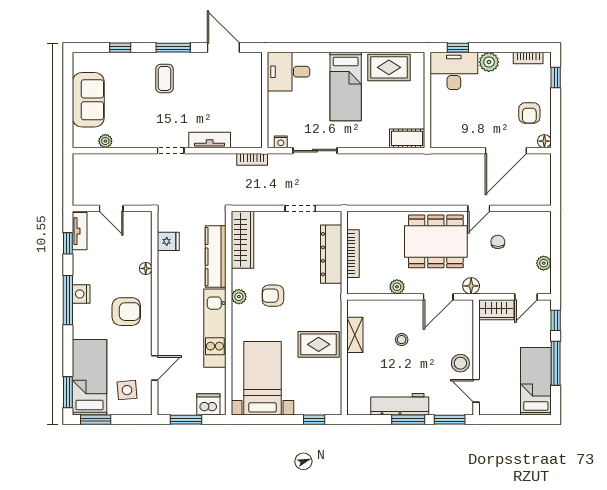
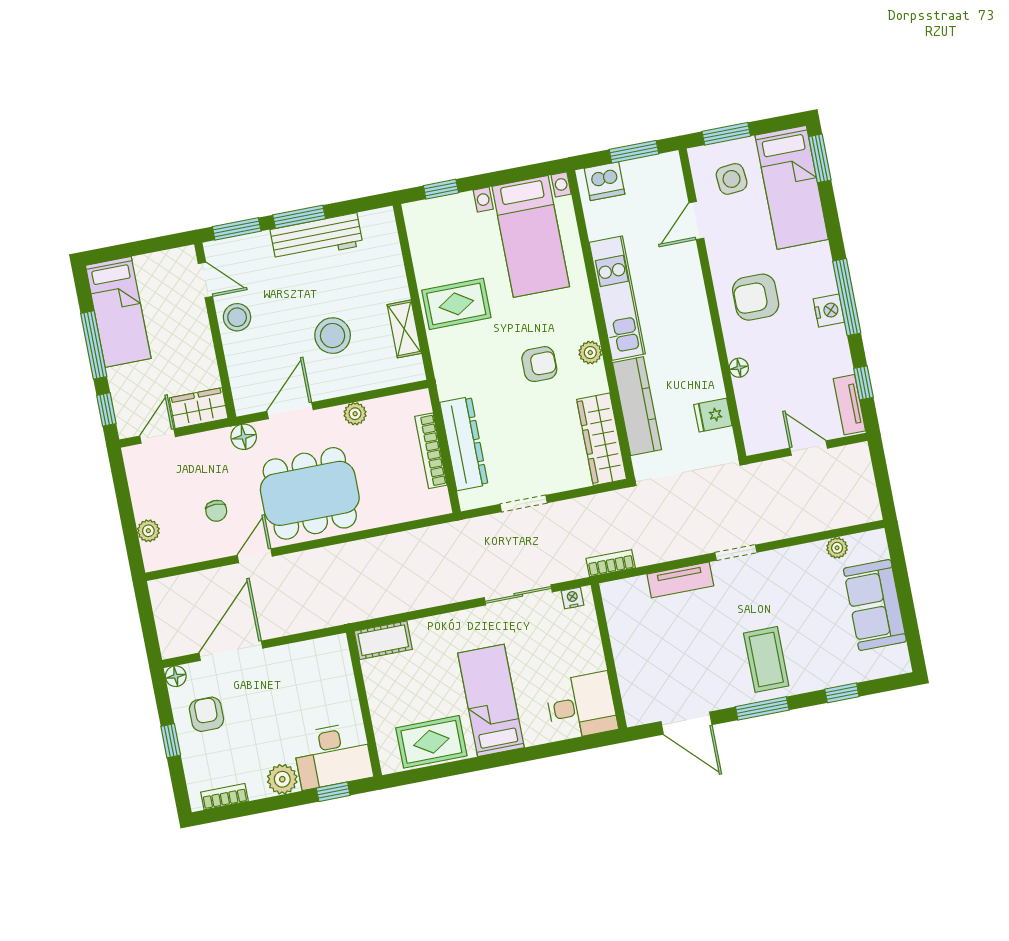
window: (556, 77) -> (171, 741), moved
coffee table: (165, 78) -> (766, 659), width x1.36, depth x1.30
plant: (544, 263) -> (148, 531), moved
stool: (402, 340) -> (333, 336), width x1.89, depth x1.89
window: (96, 420) -> (726, 134), moved

